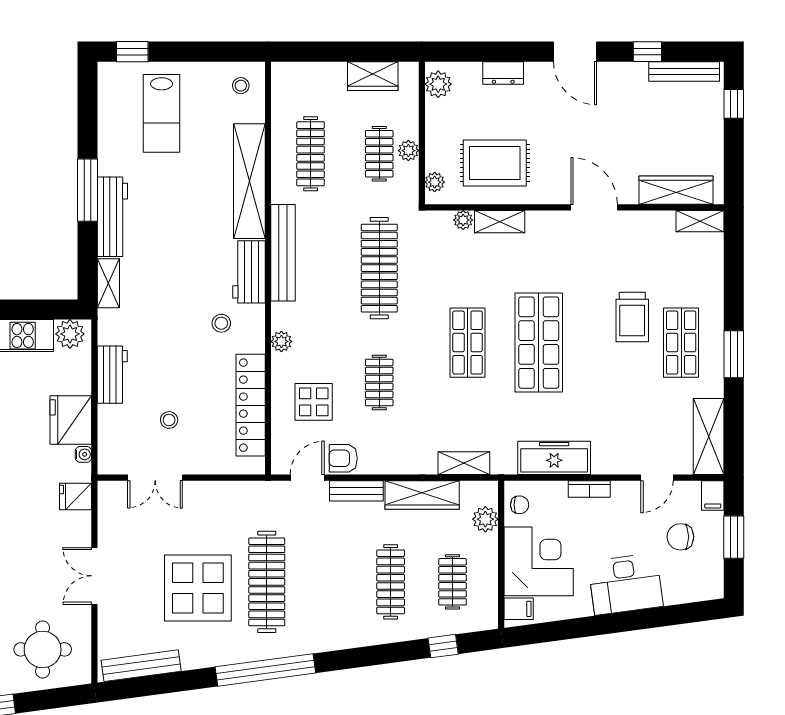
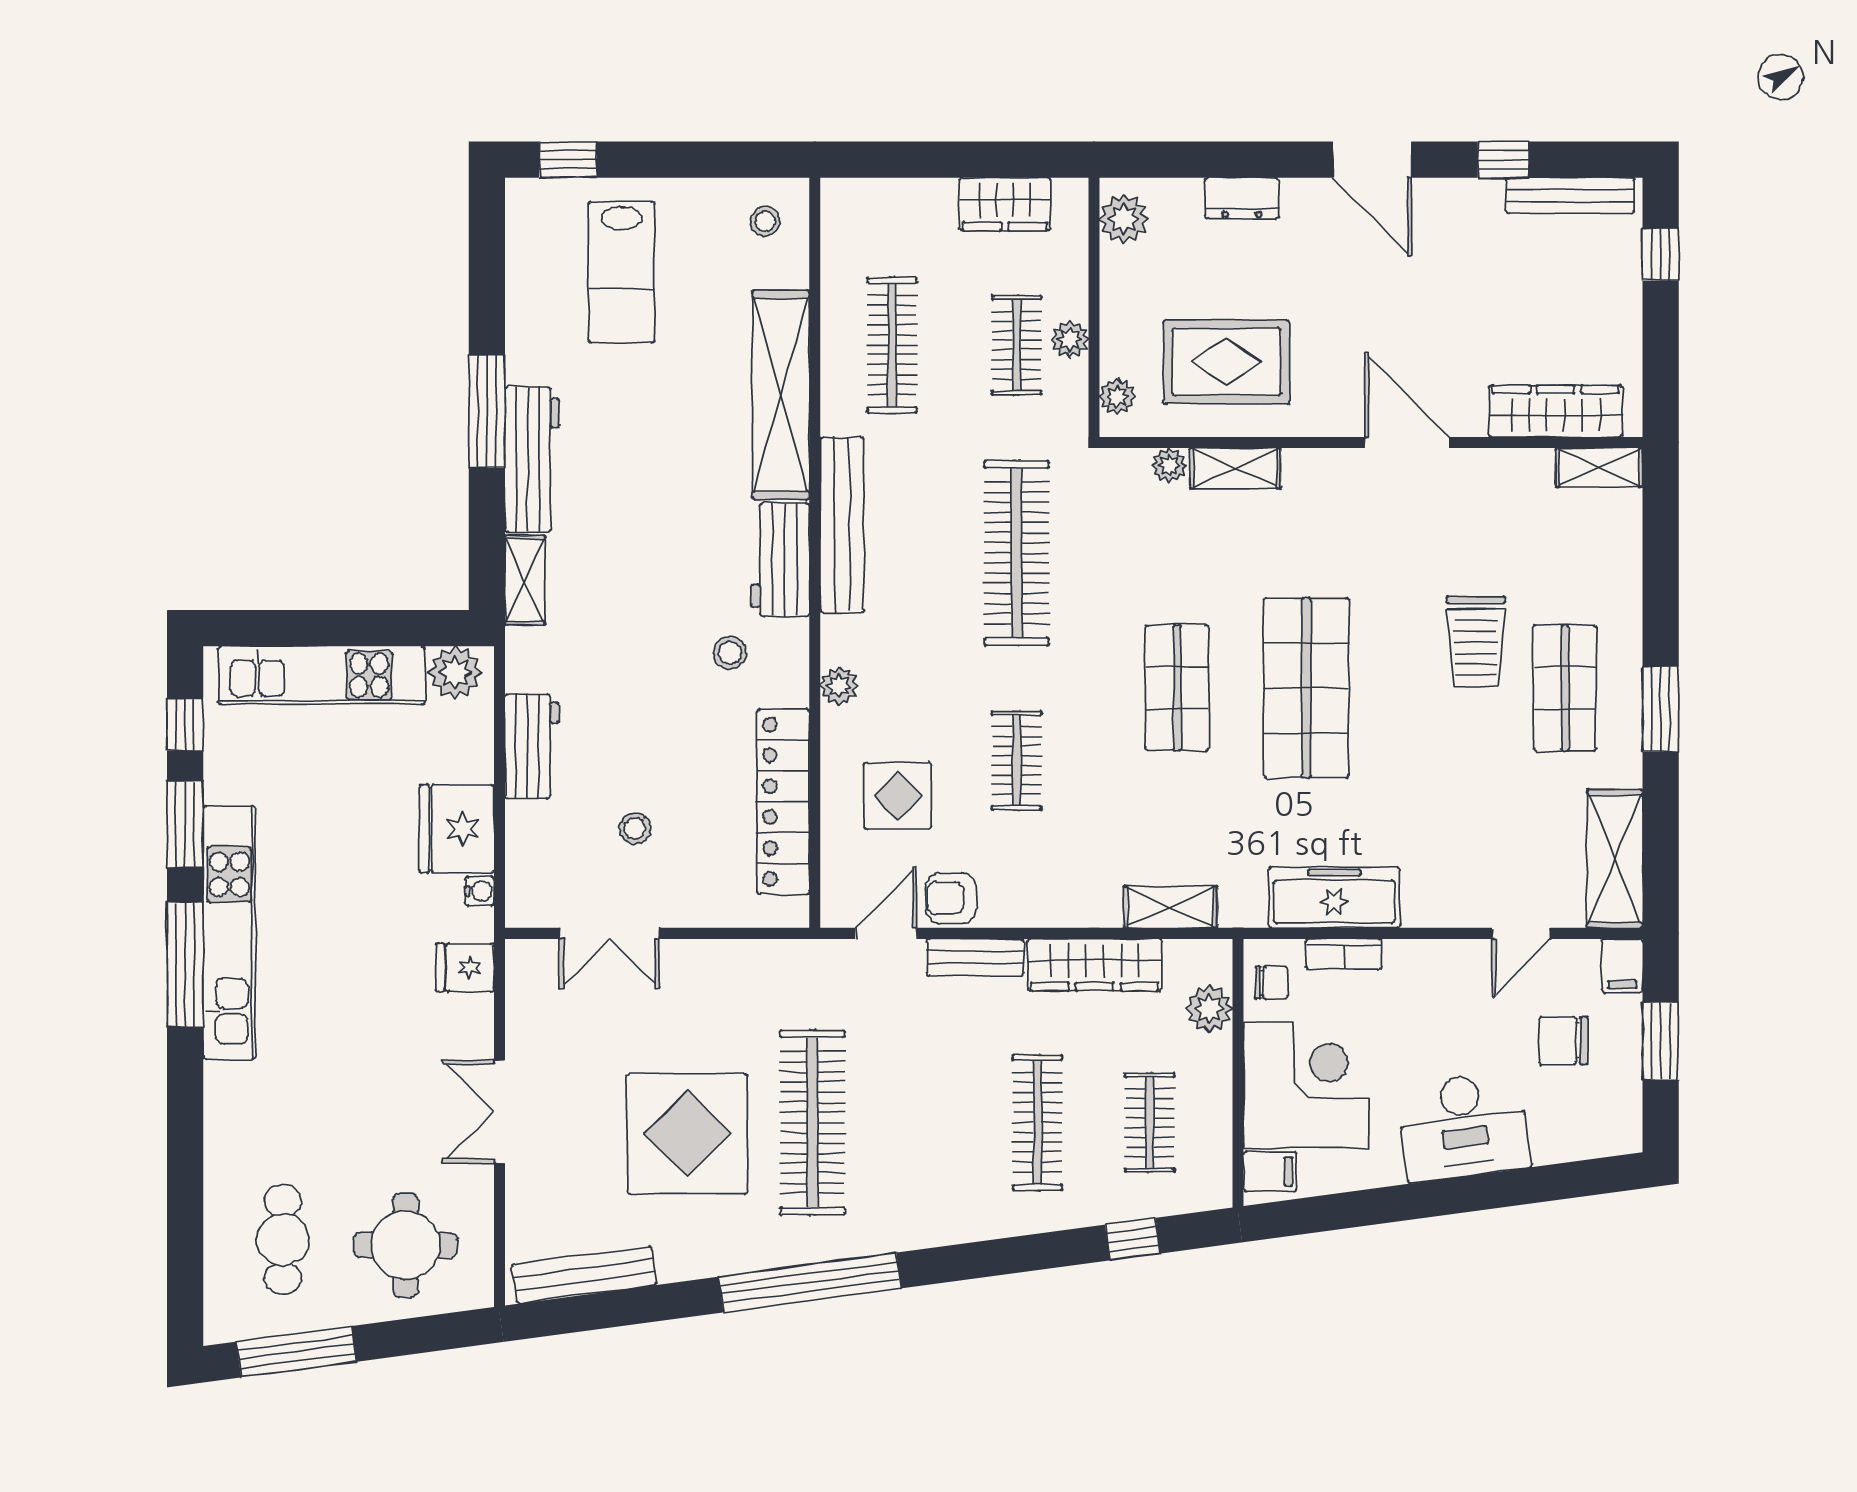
bookcase: (589, 489) -> (1344, 954), moved

